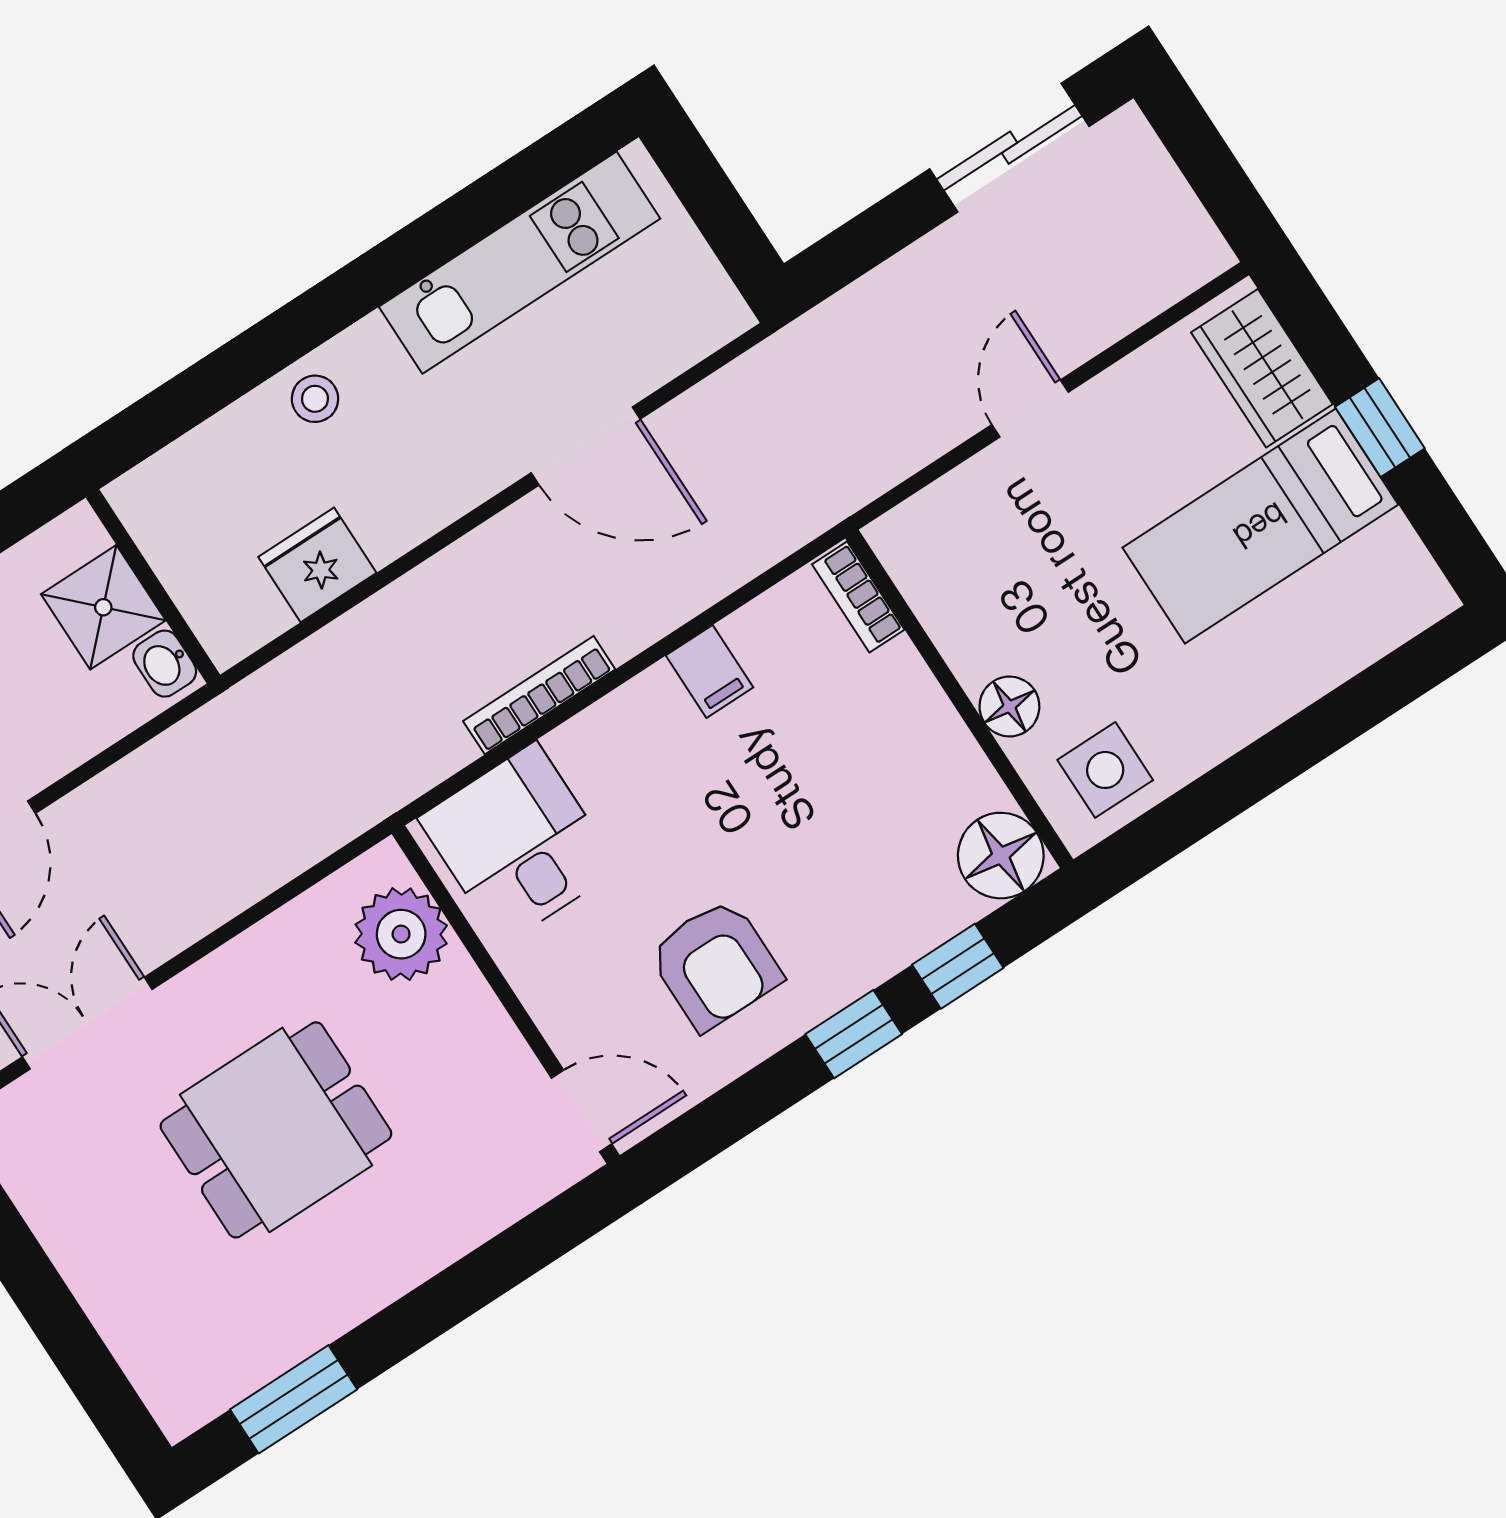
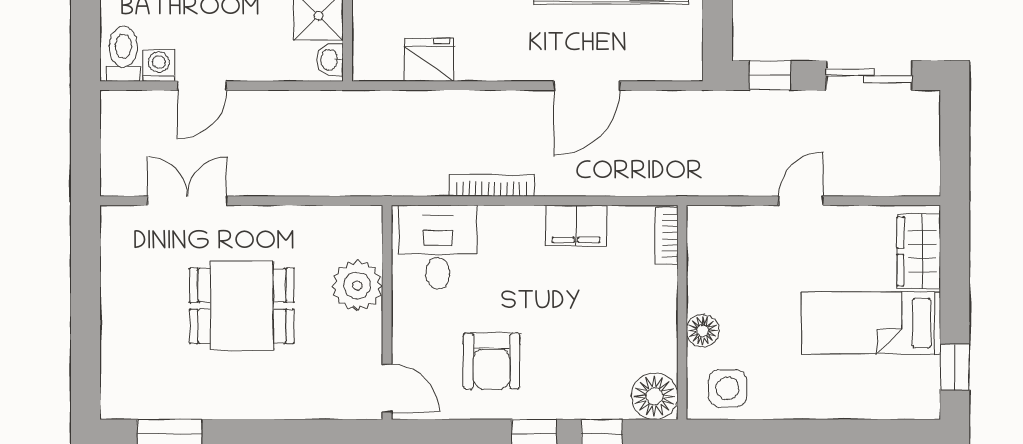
window: (857, 247) -> (770, 76), added
window: (1380, 428) -> (955, 367), moved
door: (586, 446) -> (587, 86), hinge flipped
filing cabinet: (710, 671) -> (576, 225), width x2.00
plant: (401, 934) -> (357, 286), moved

